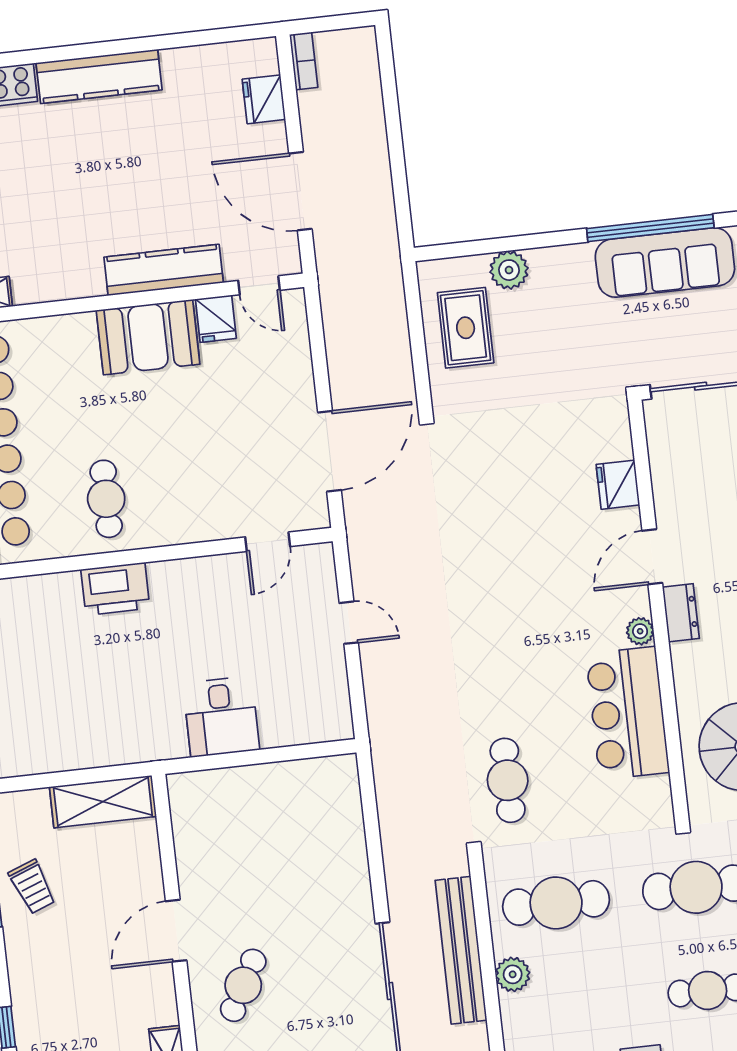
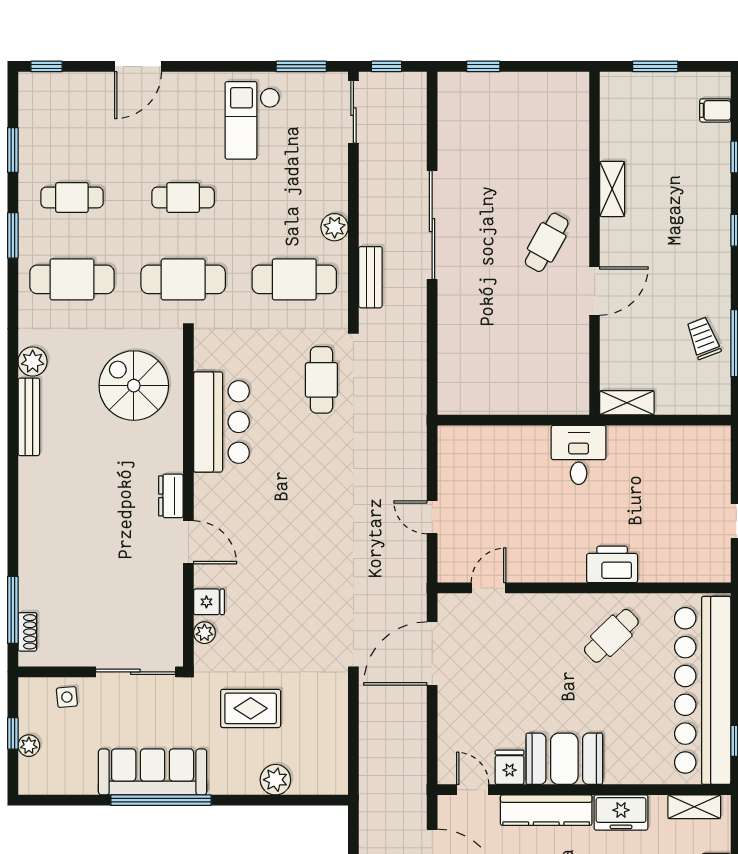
freezer: (69, 278) -> (621, 812), added
rug: (466, 328) -> (251, 708), moved, turned 90
fridge: (618, 485) -> (209, 602), width x0.72
cafe table: (106, 499) -> (611, 636), turned 46
door: (652, 557) -> (188, 542), hinge flipped
plant: (640, 631) -> (204, 633), moved
desk: (221, 717) -> (579, 455), moved
shelving: (103, 802) -> (627, 403), width x0.67, depth x0.75
bench: (461, 950) -> (370, 277), width x0.54, depth x0.82

